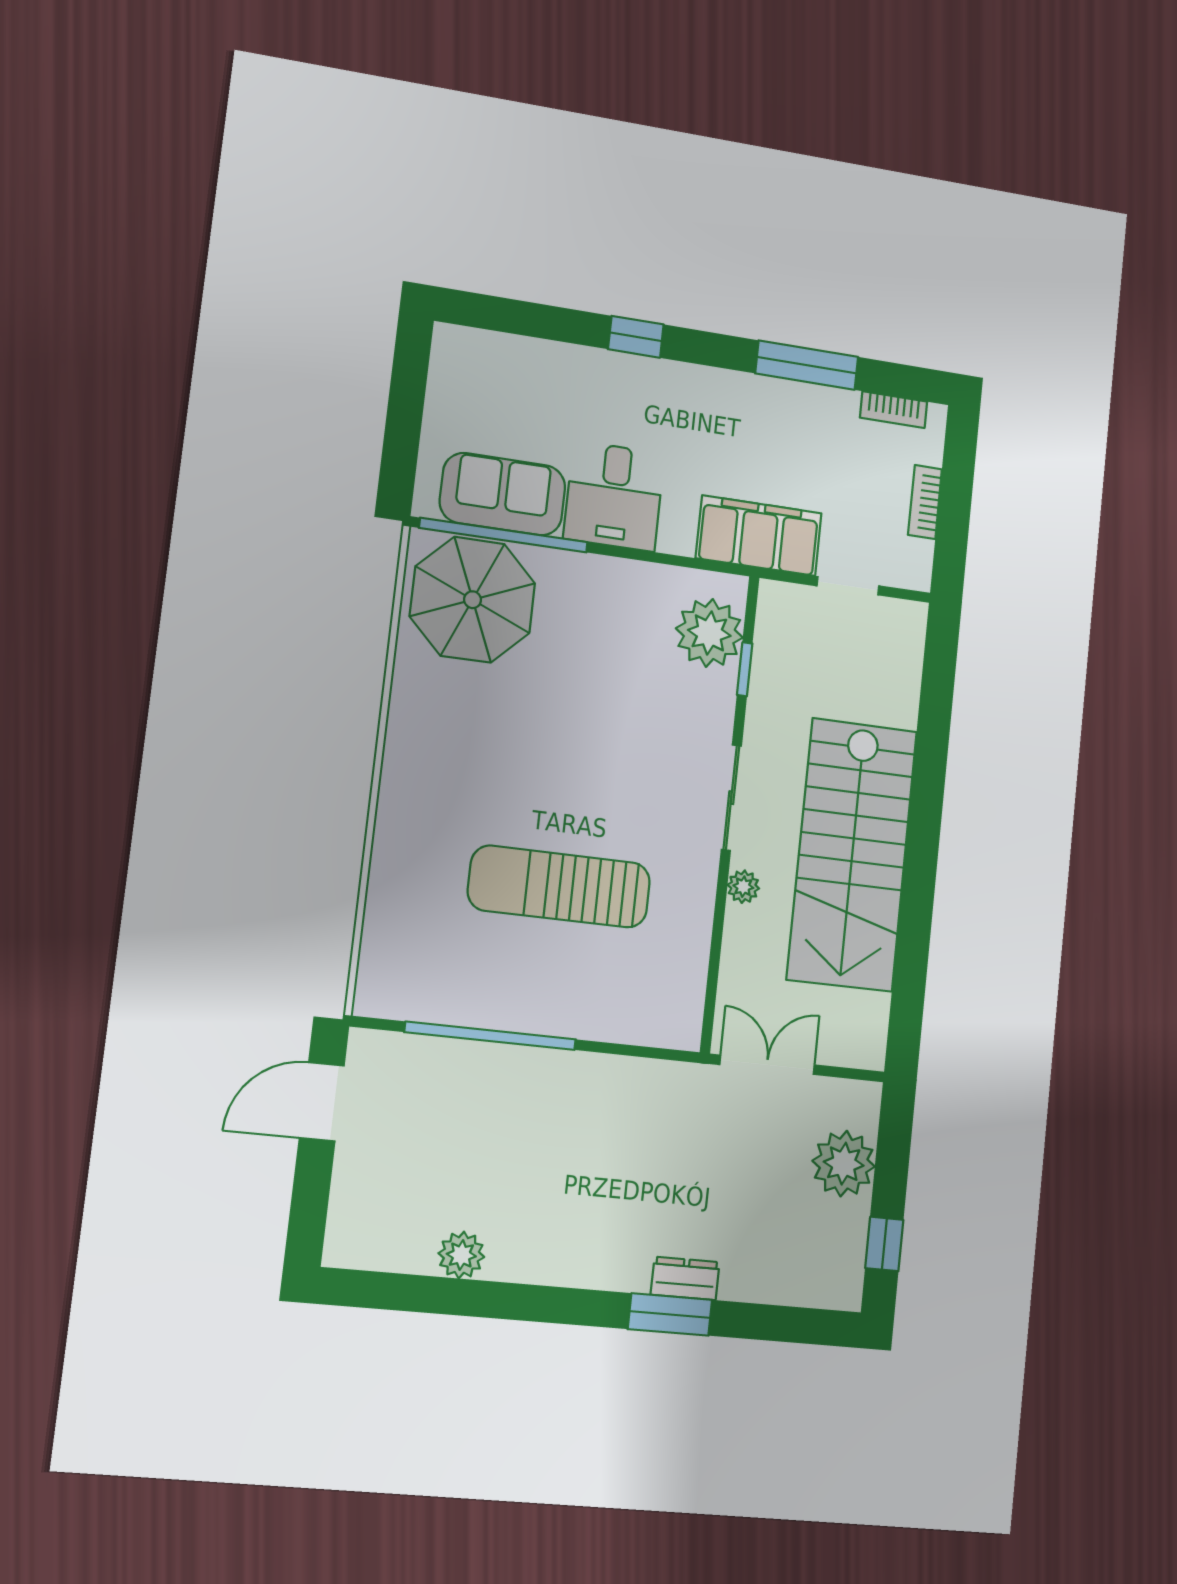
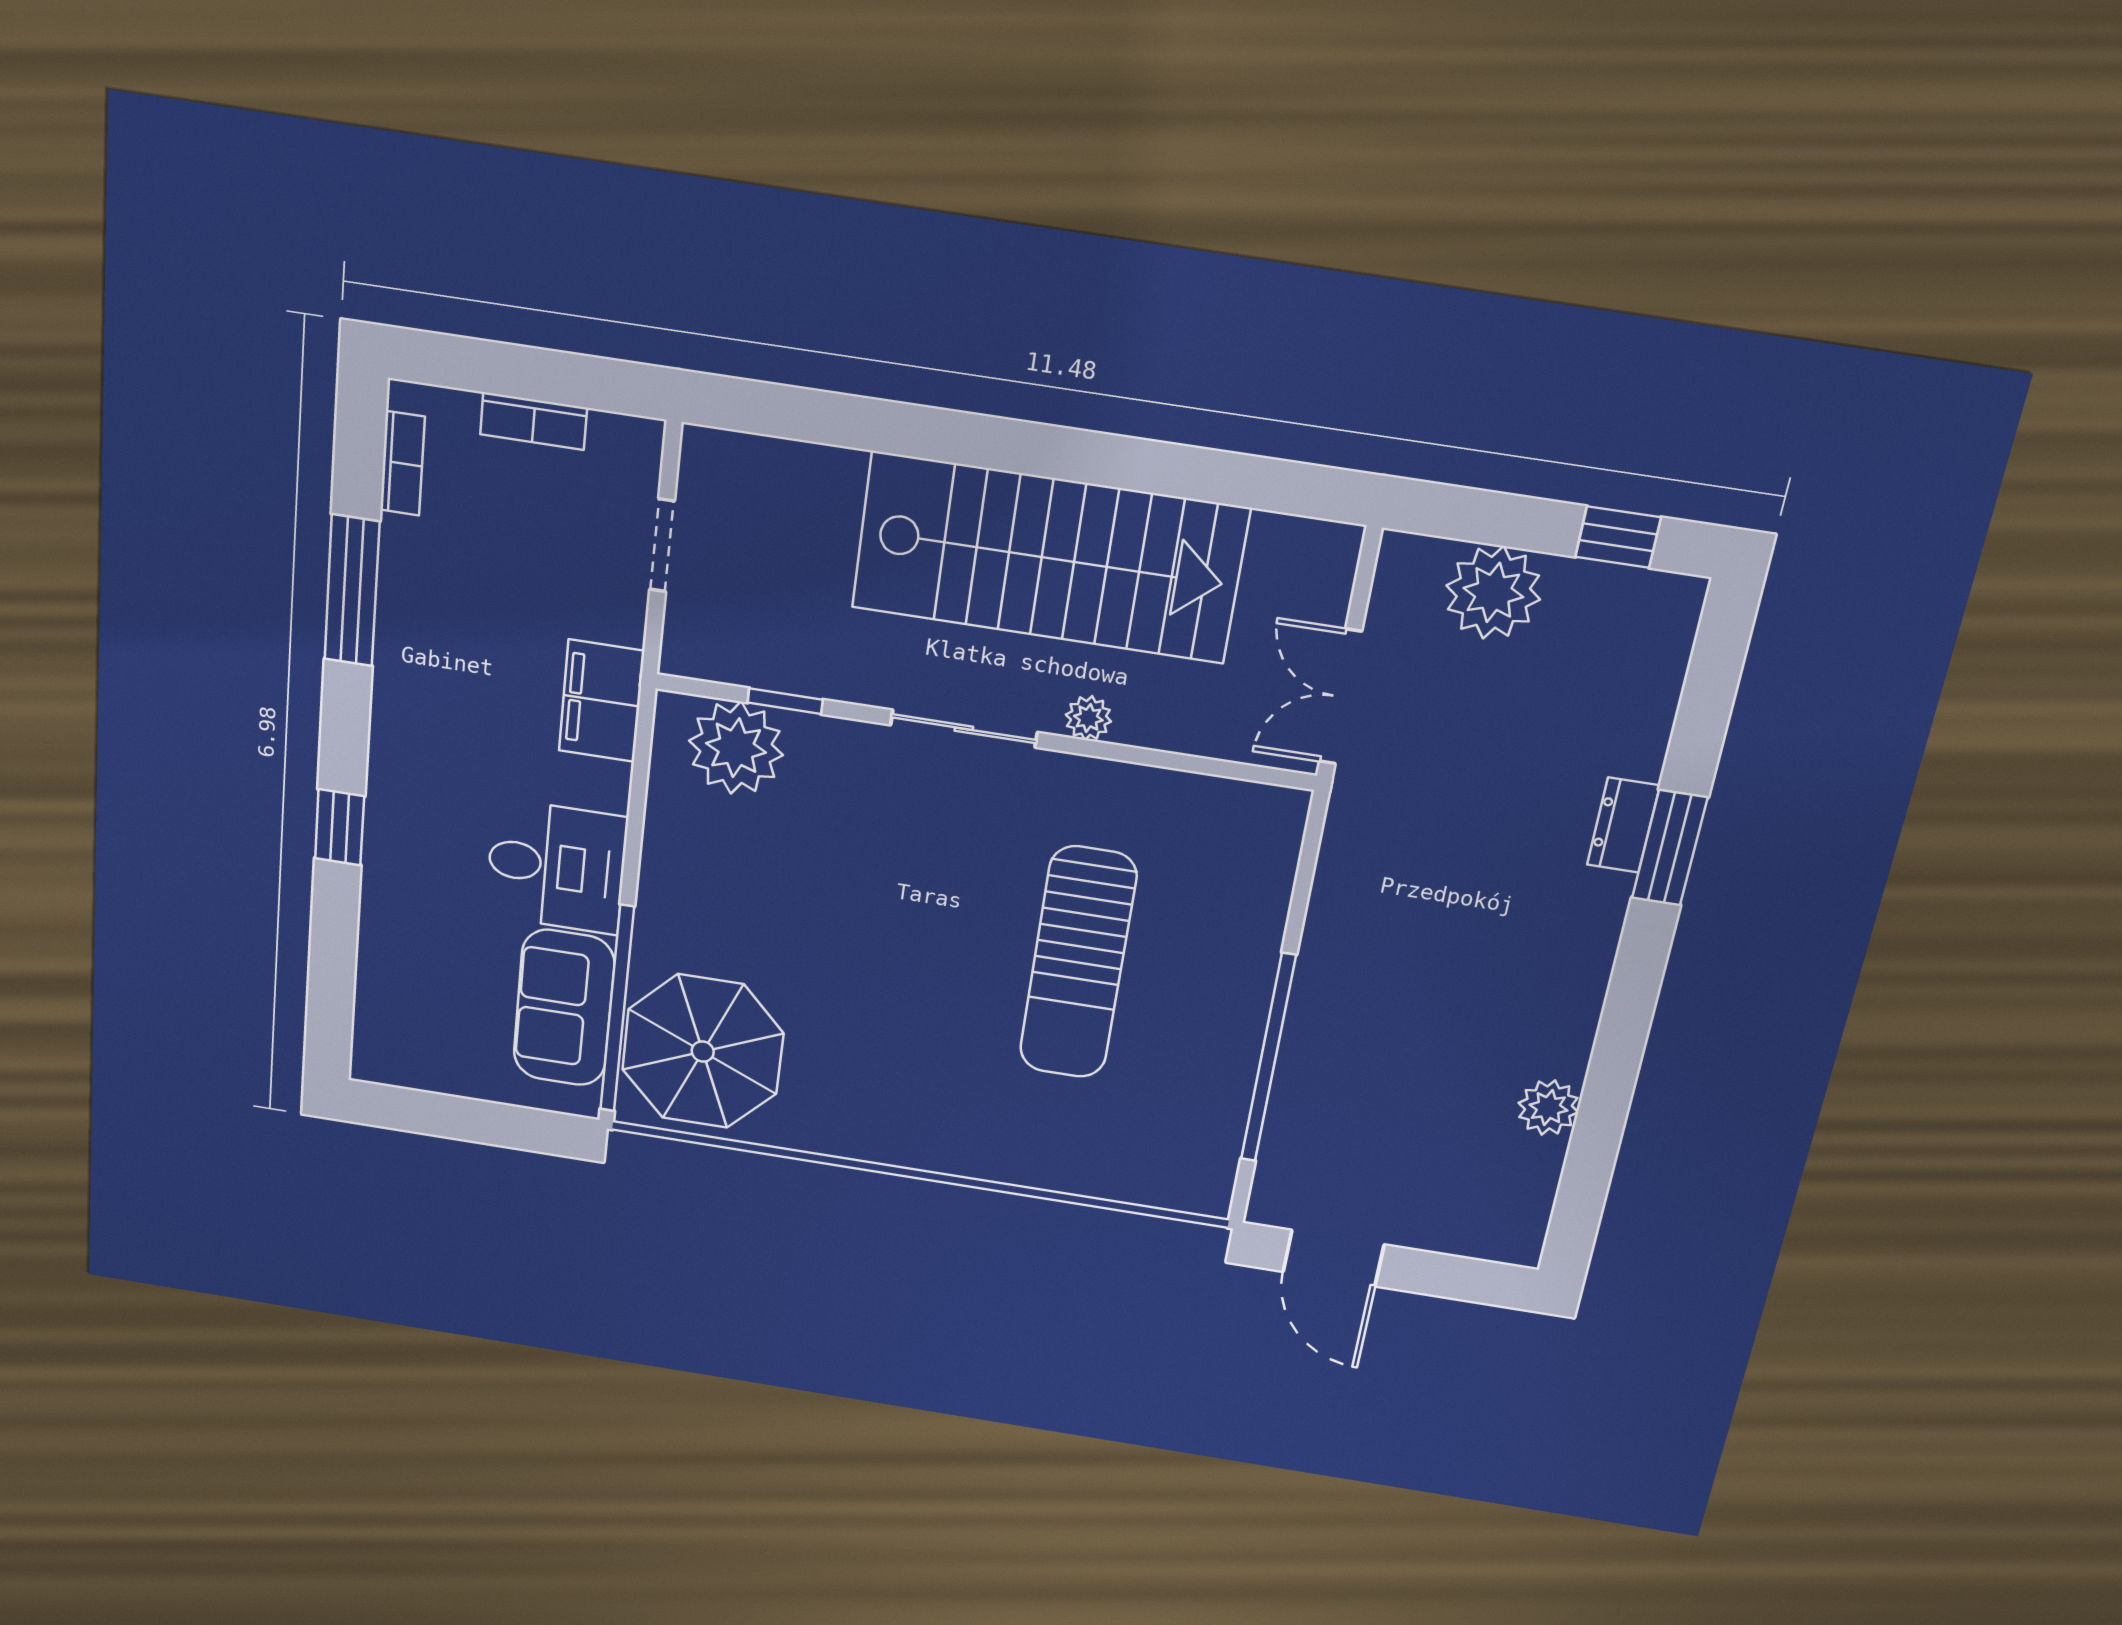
filing cabinet: (759, 536) -> (602, 701), width x0.67, depth x0.86

